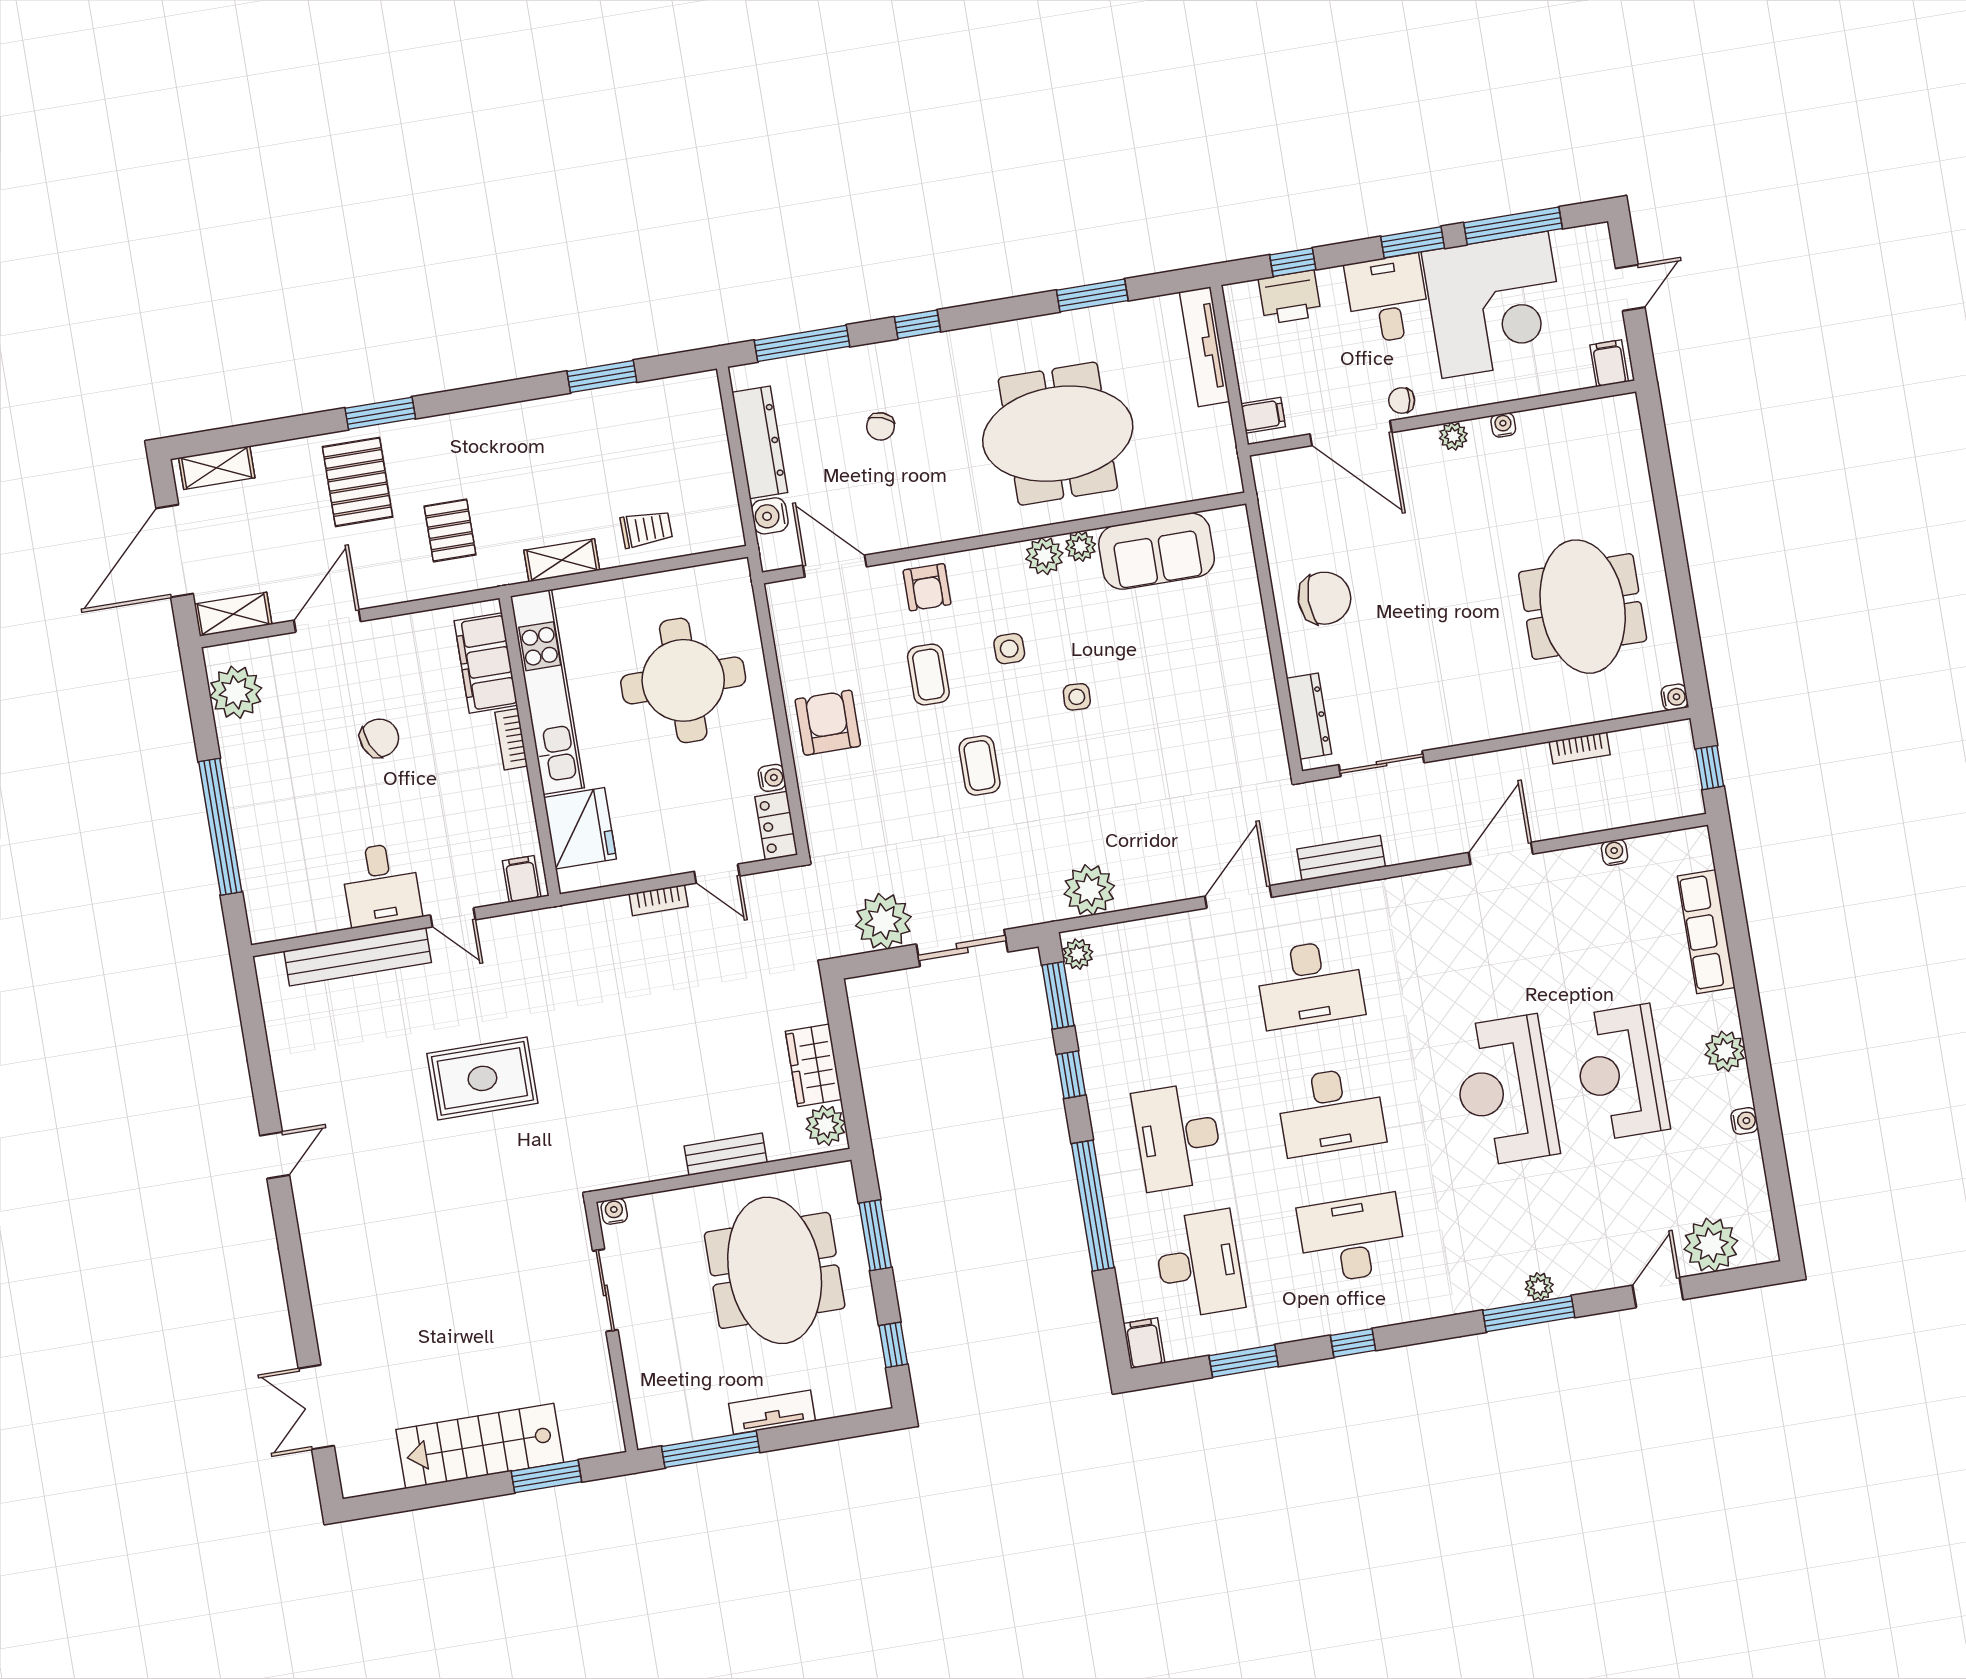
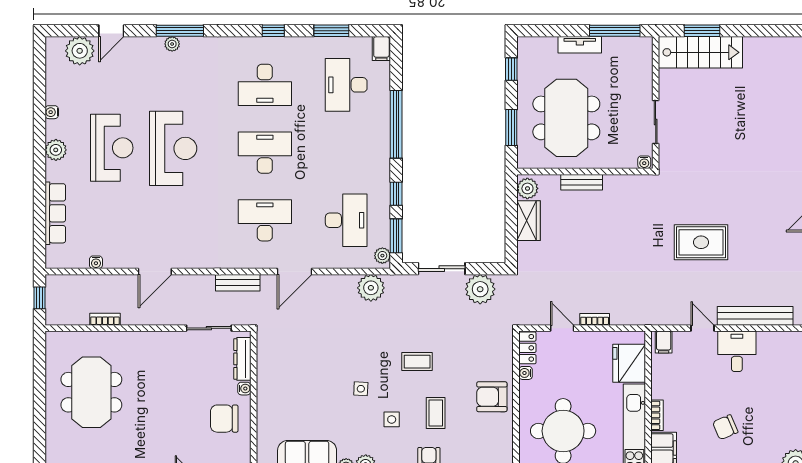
water cooler: (1675, 697) -> (244, 389), moved, turned 180
armchair: (828, 723) -> (492, 397), turned 90
coffee table: (980, 766) -> (417, 362), turned 90
desk: (1178, 1137) -> (346, 220), moved
stairs: (480, 1446) -> (700, 52), moved

